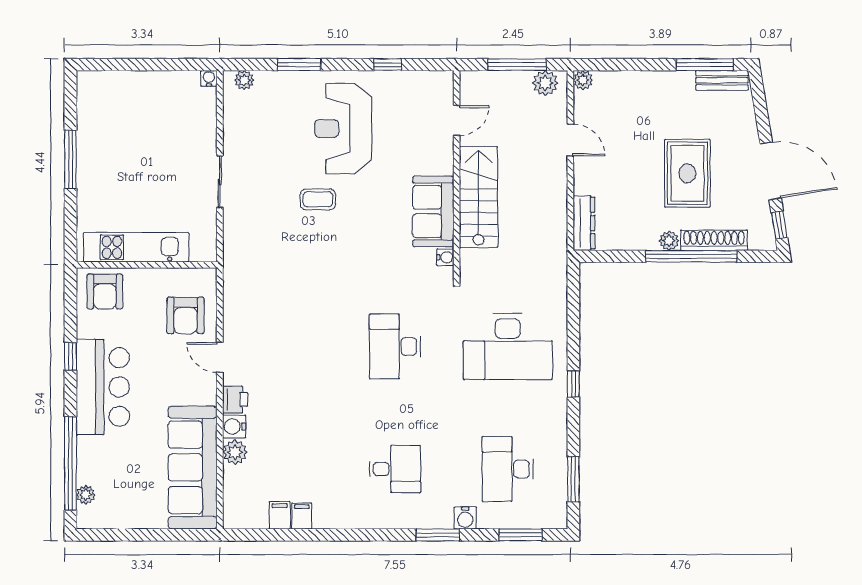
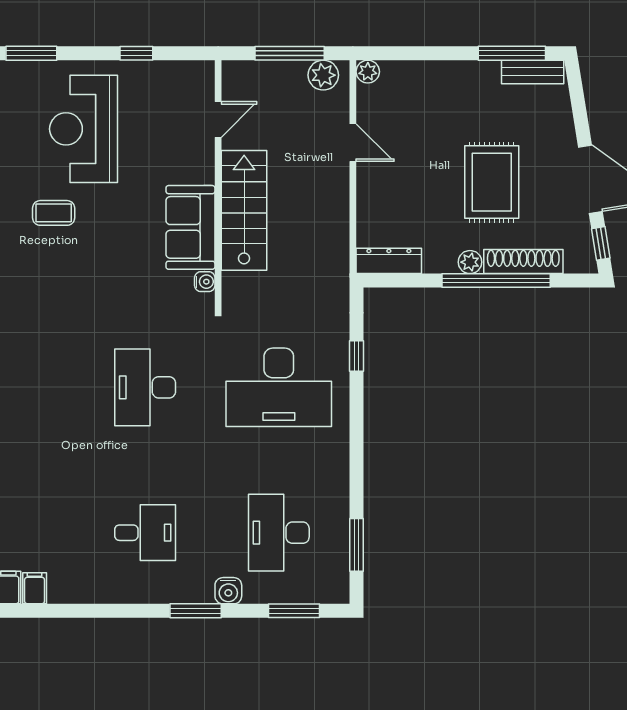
dresser: (584, 223) -> (389, 261), moved, turned -90
window: (573, 384) -> (357, 356), moved

